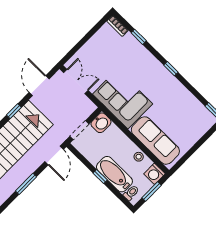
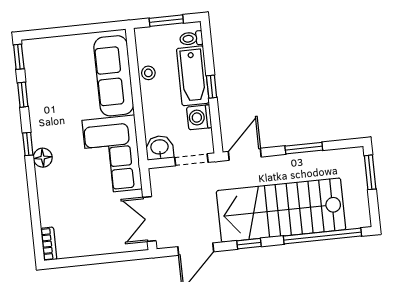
window: (139, 37) -> (23, 95), moved
floor lamp: (157, 68) -> (43, 158), added
washing machine: (154, 174) -> (199, 117), moved, turned 180

